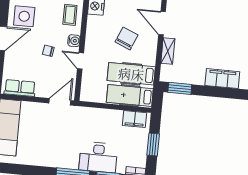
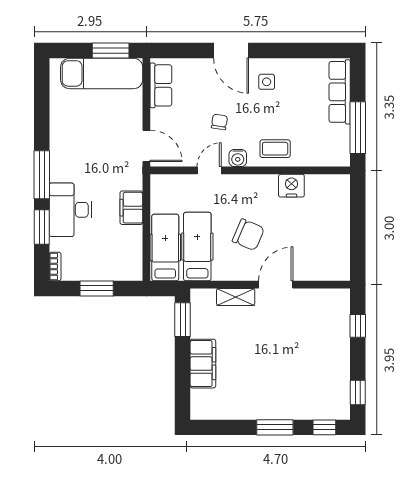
side table: (24, 16) -> (267, 82), width x0.54, depth x0.54
filing cabinet: (222, 79) -> (203, 364), moved
filing cabinet: (135, 119) -> (131, 208), moved

